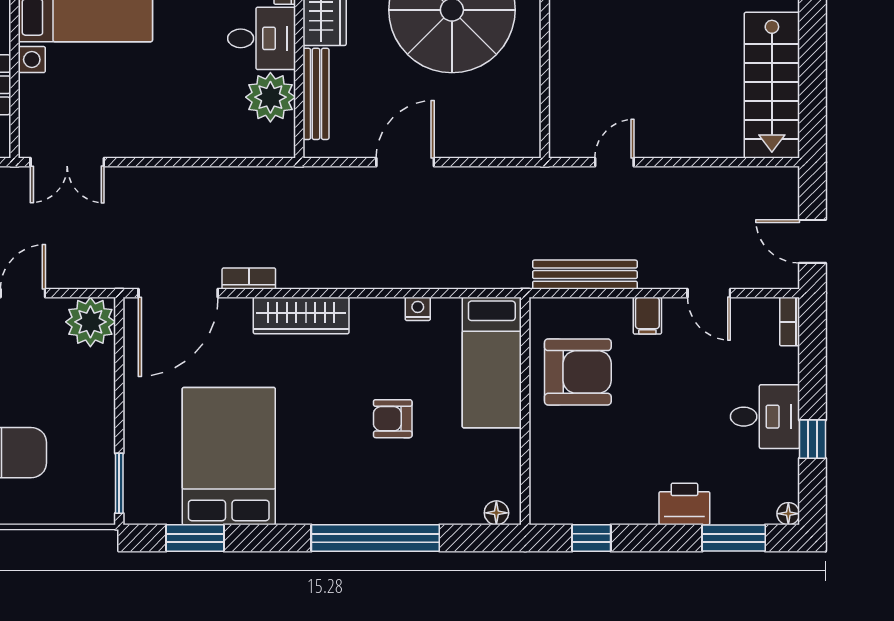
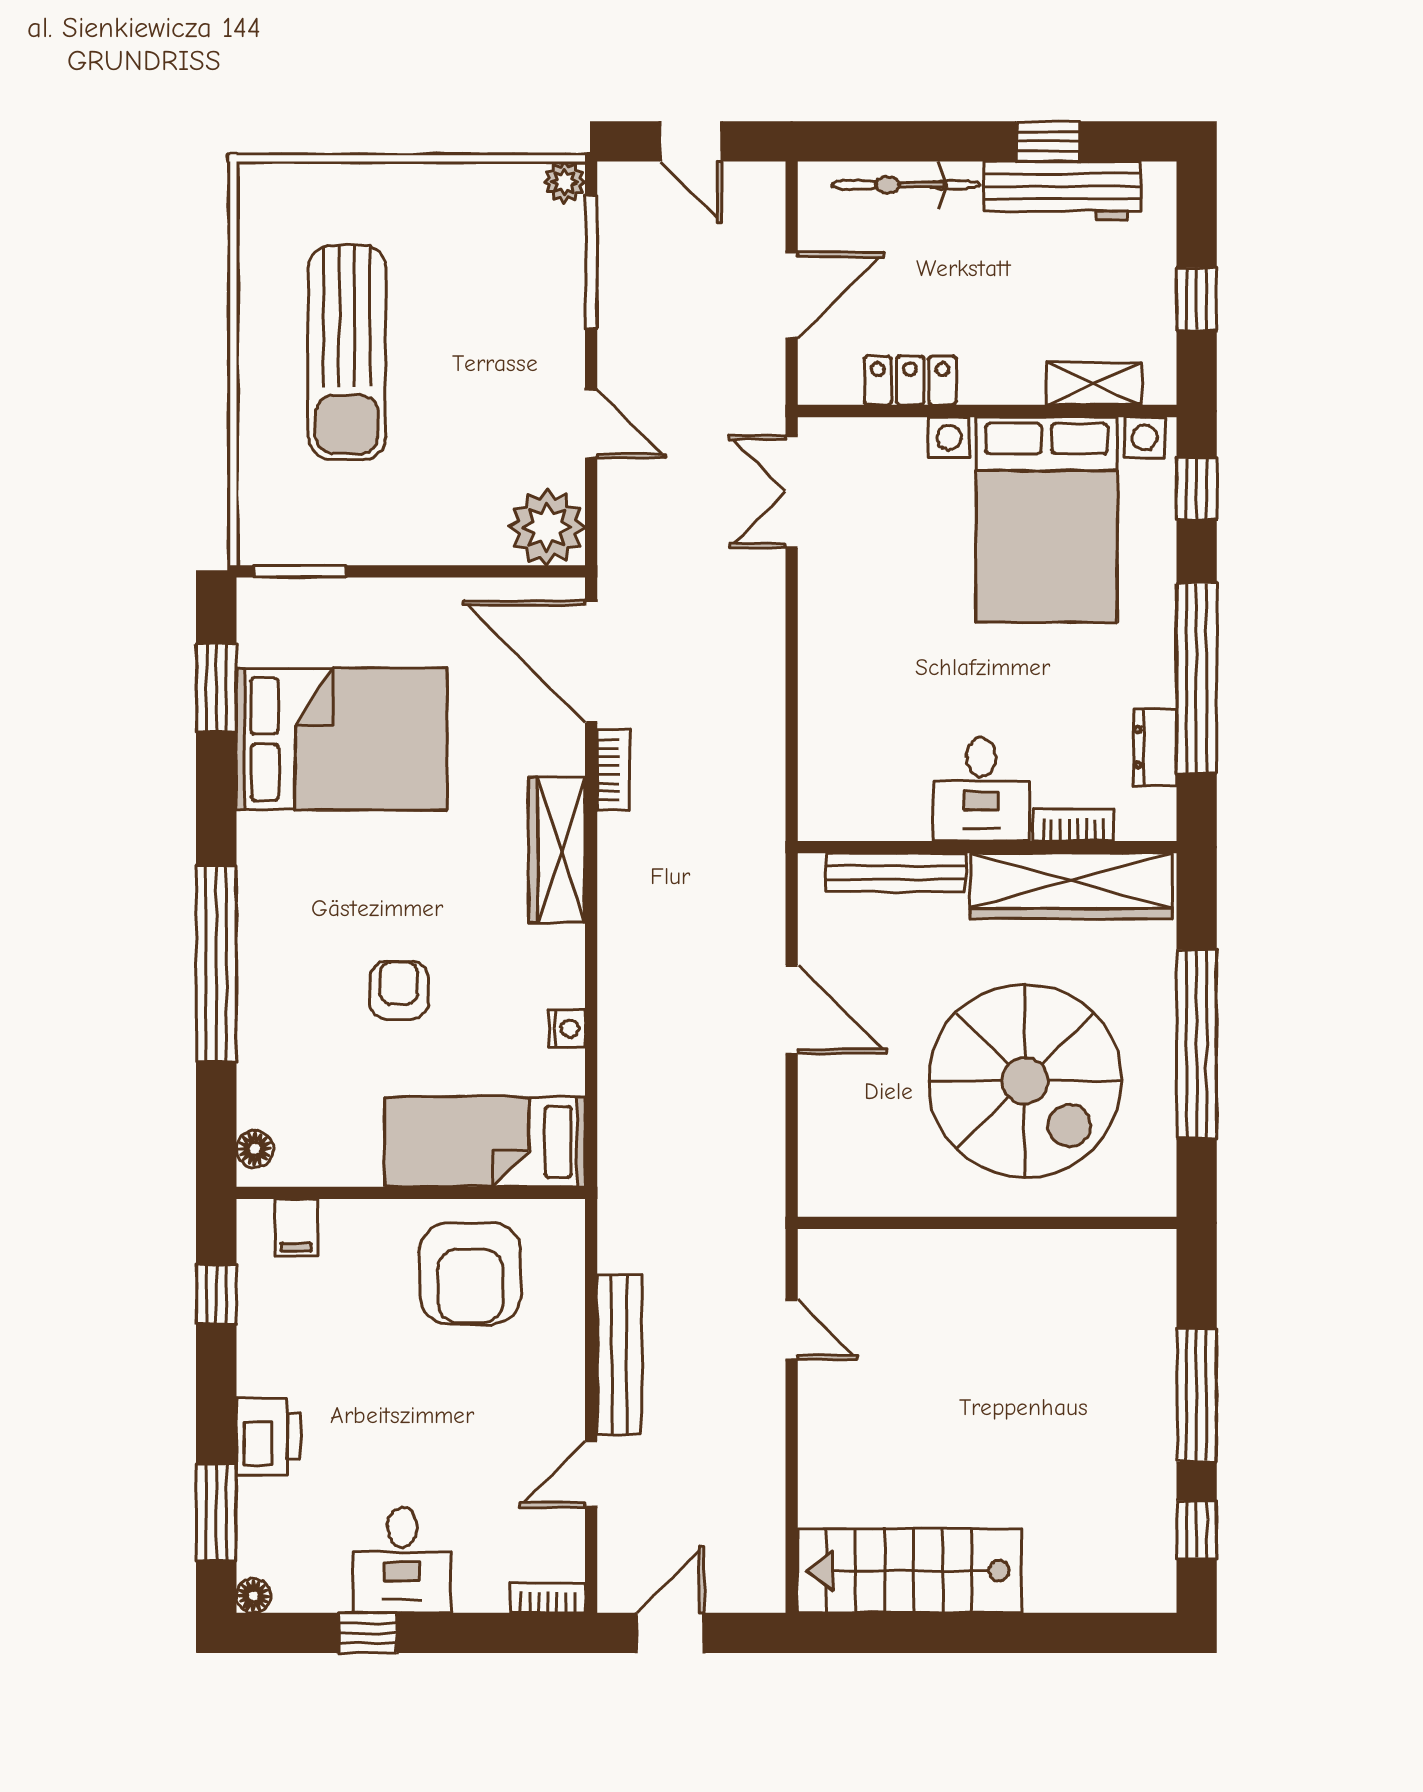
plant: (270, 97) -> (891, 803), removed
bench: (585, 275) -> (620, 1354), moved
filing cabinet: (647, 316) -> (296, 1227), moved, turned -90

